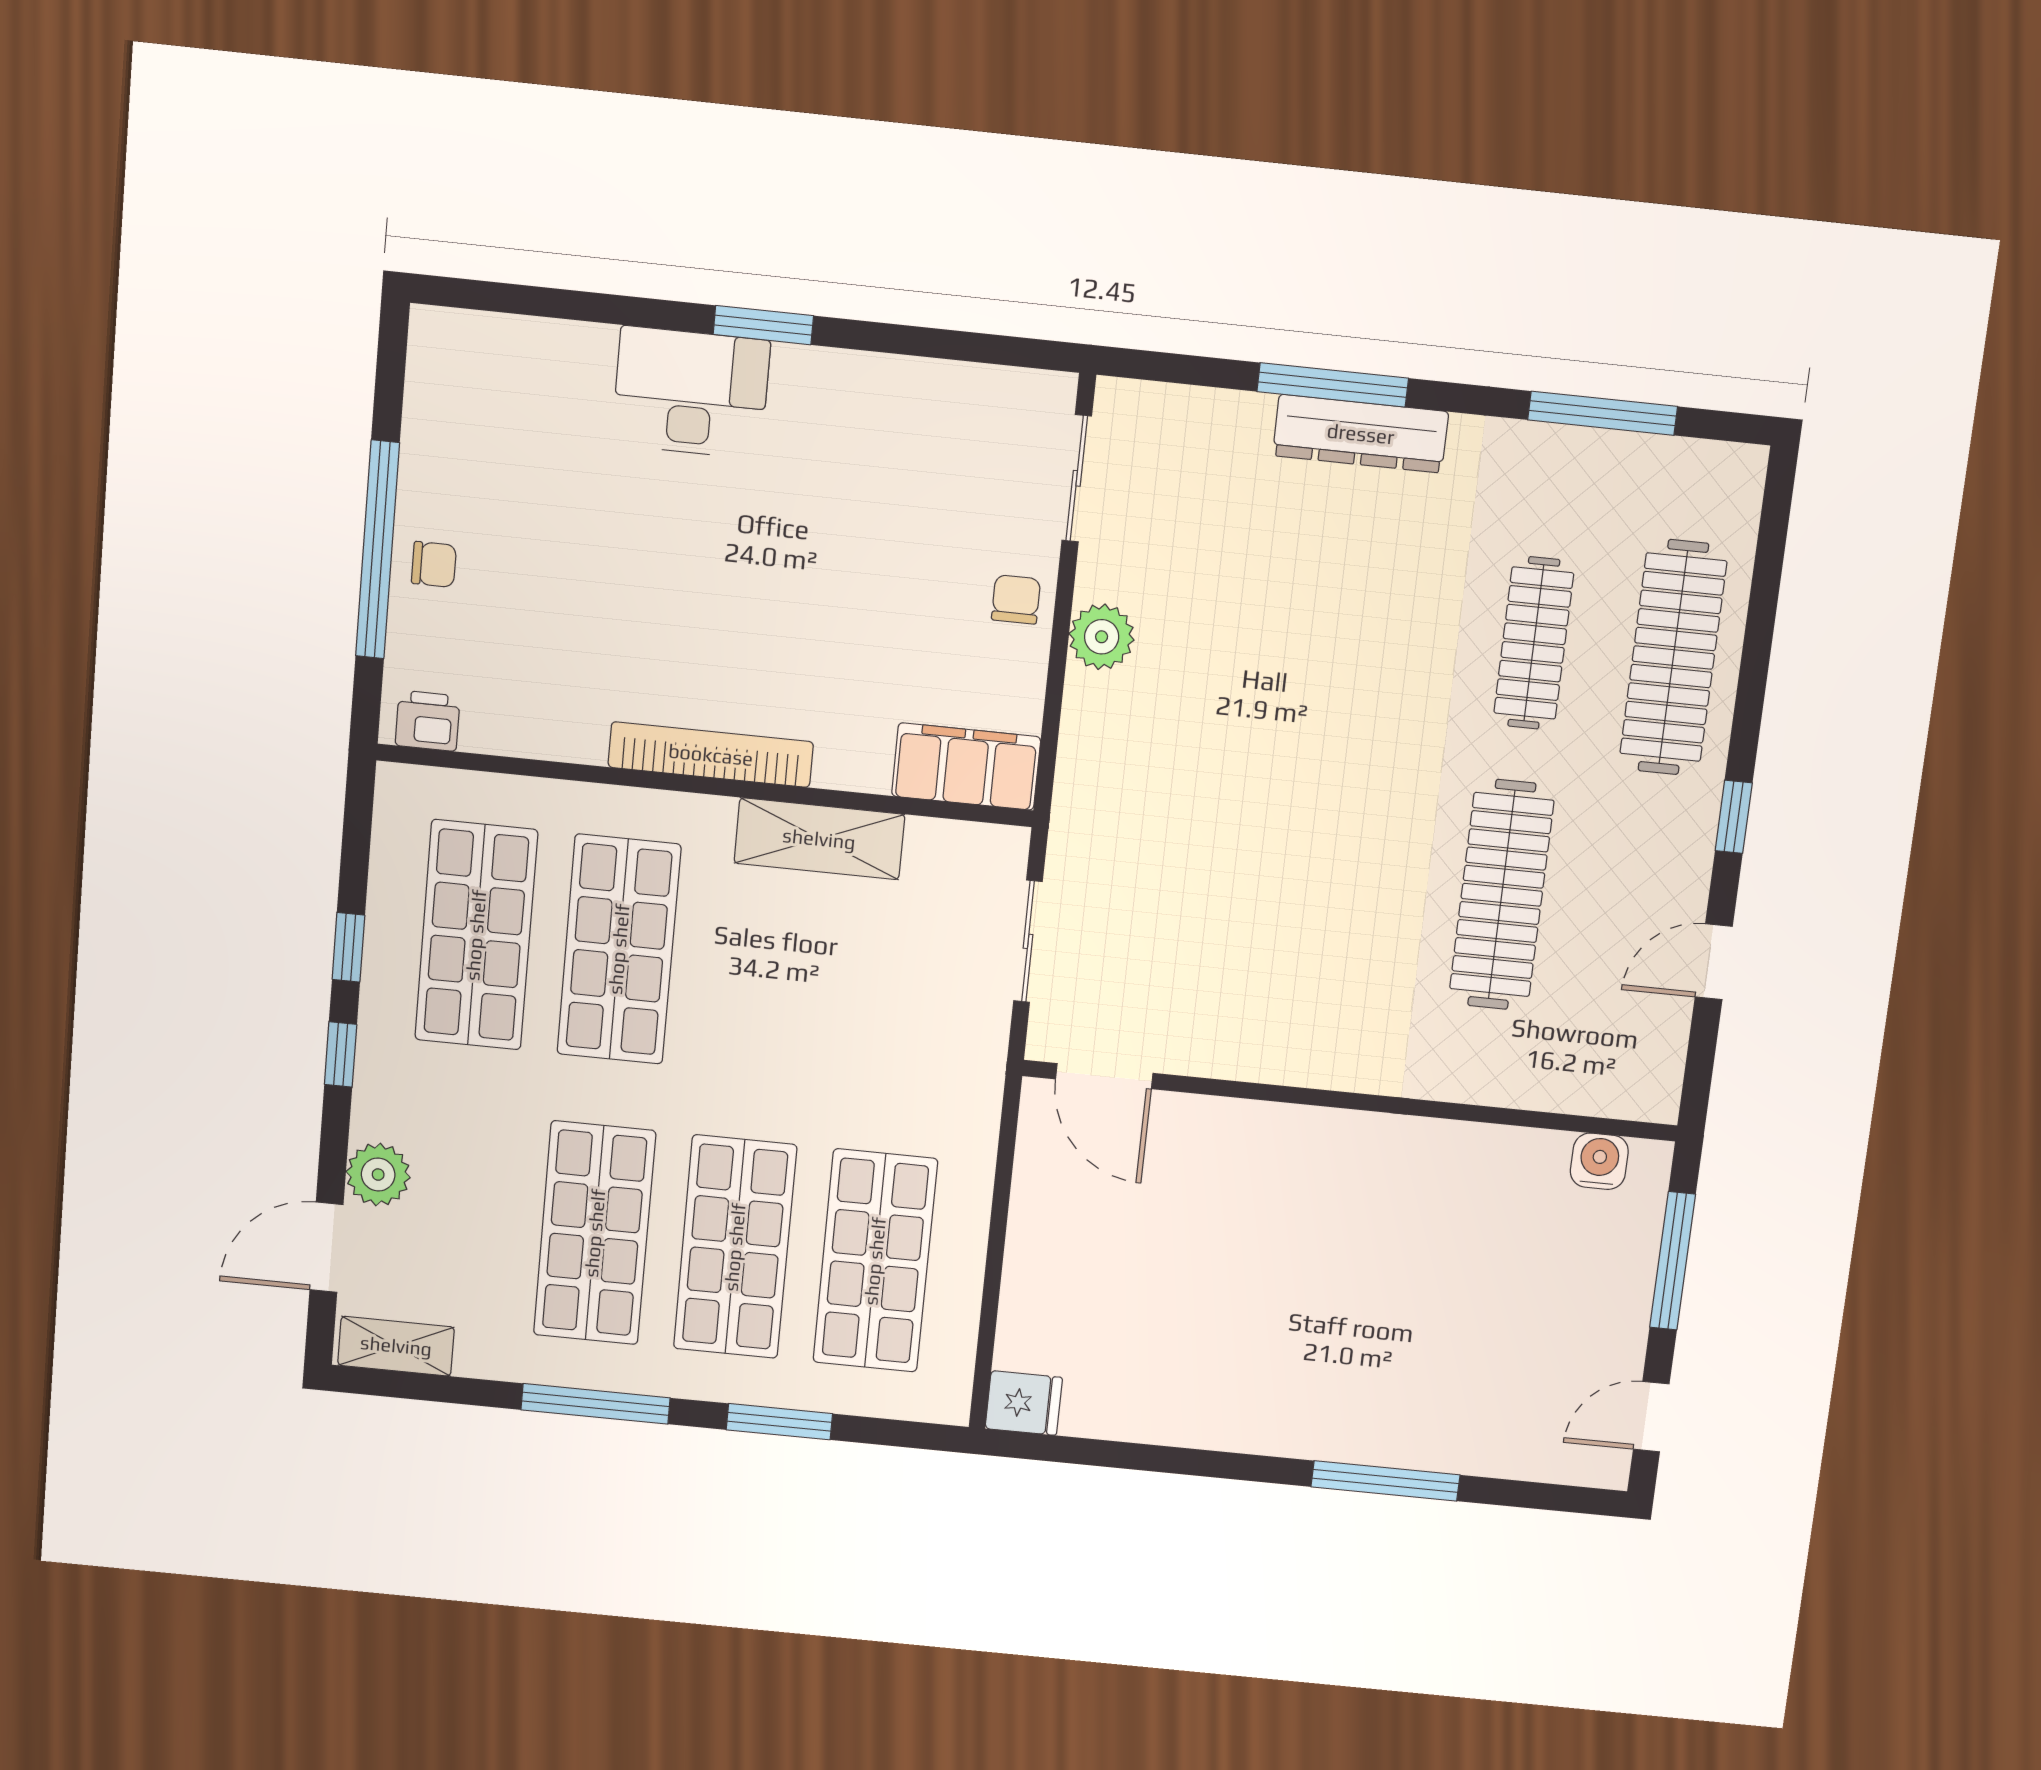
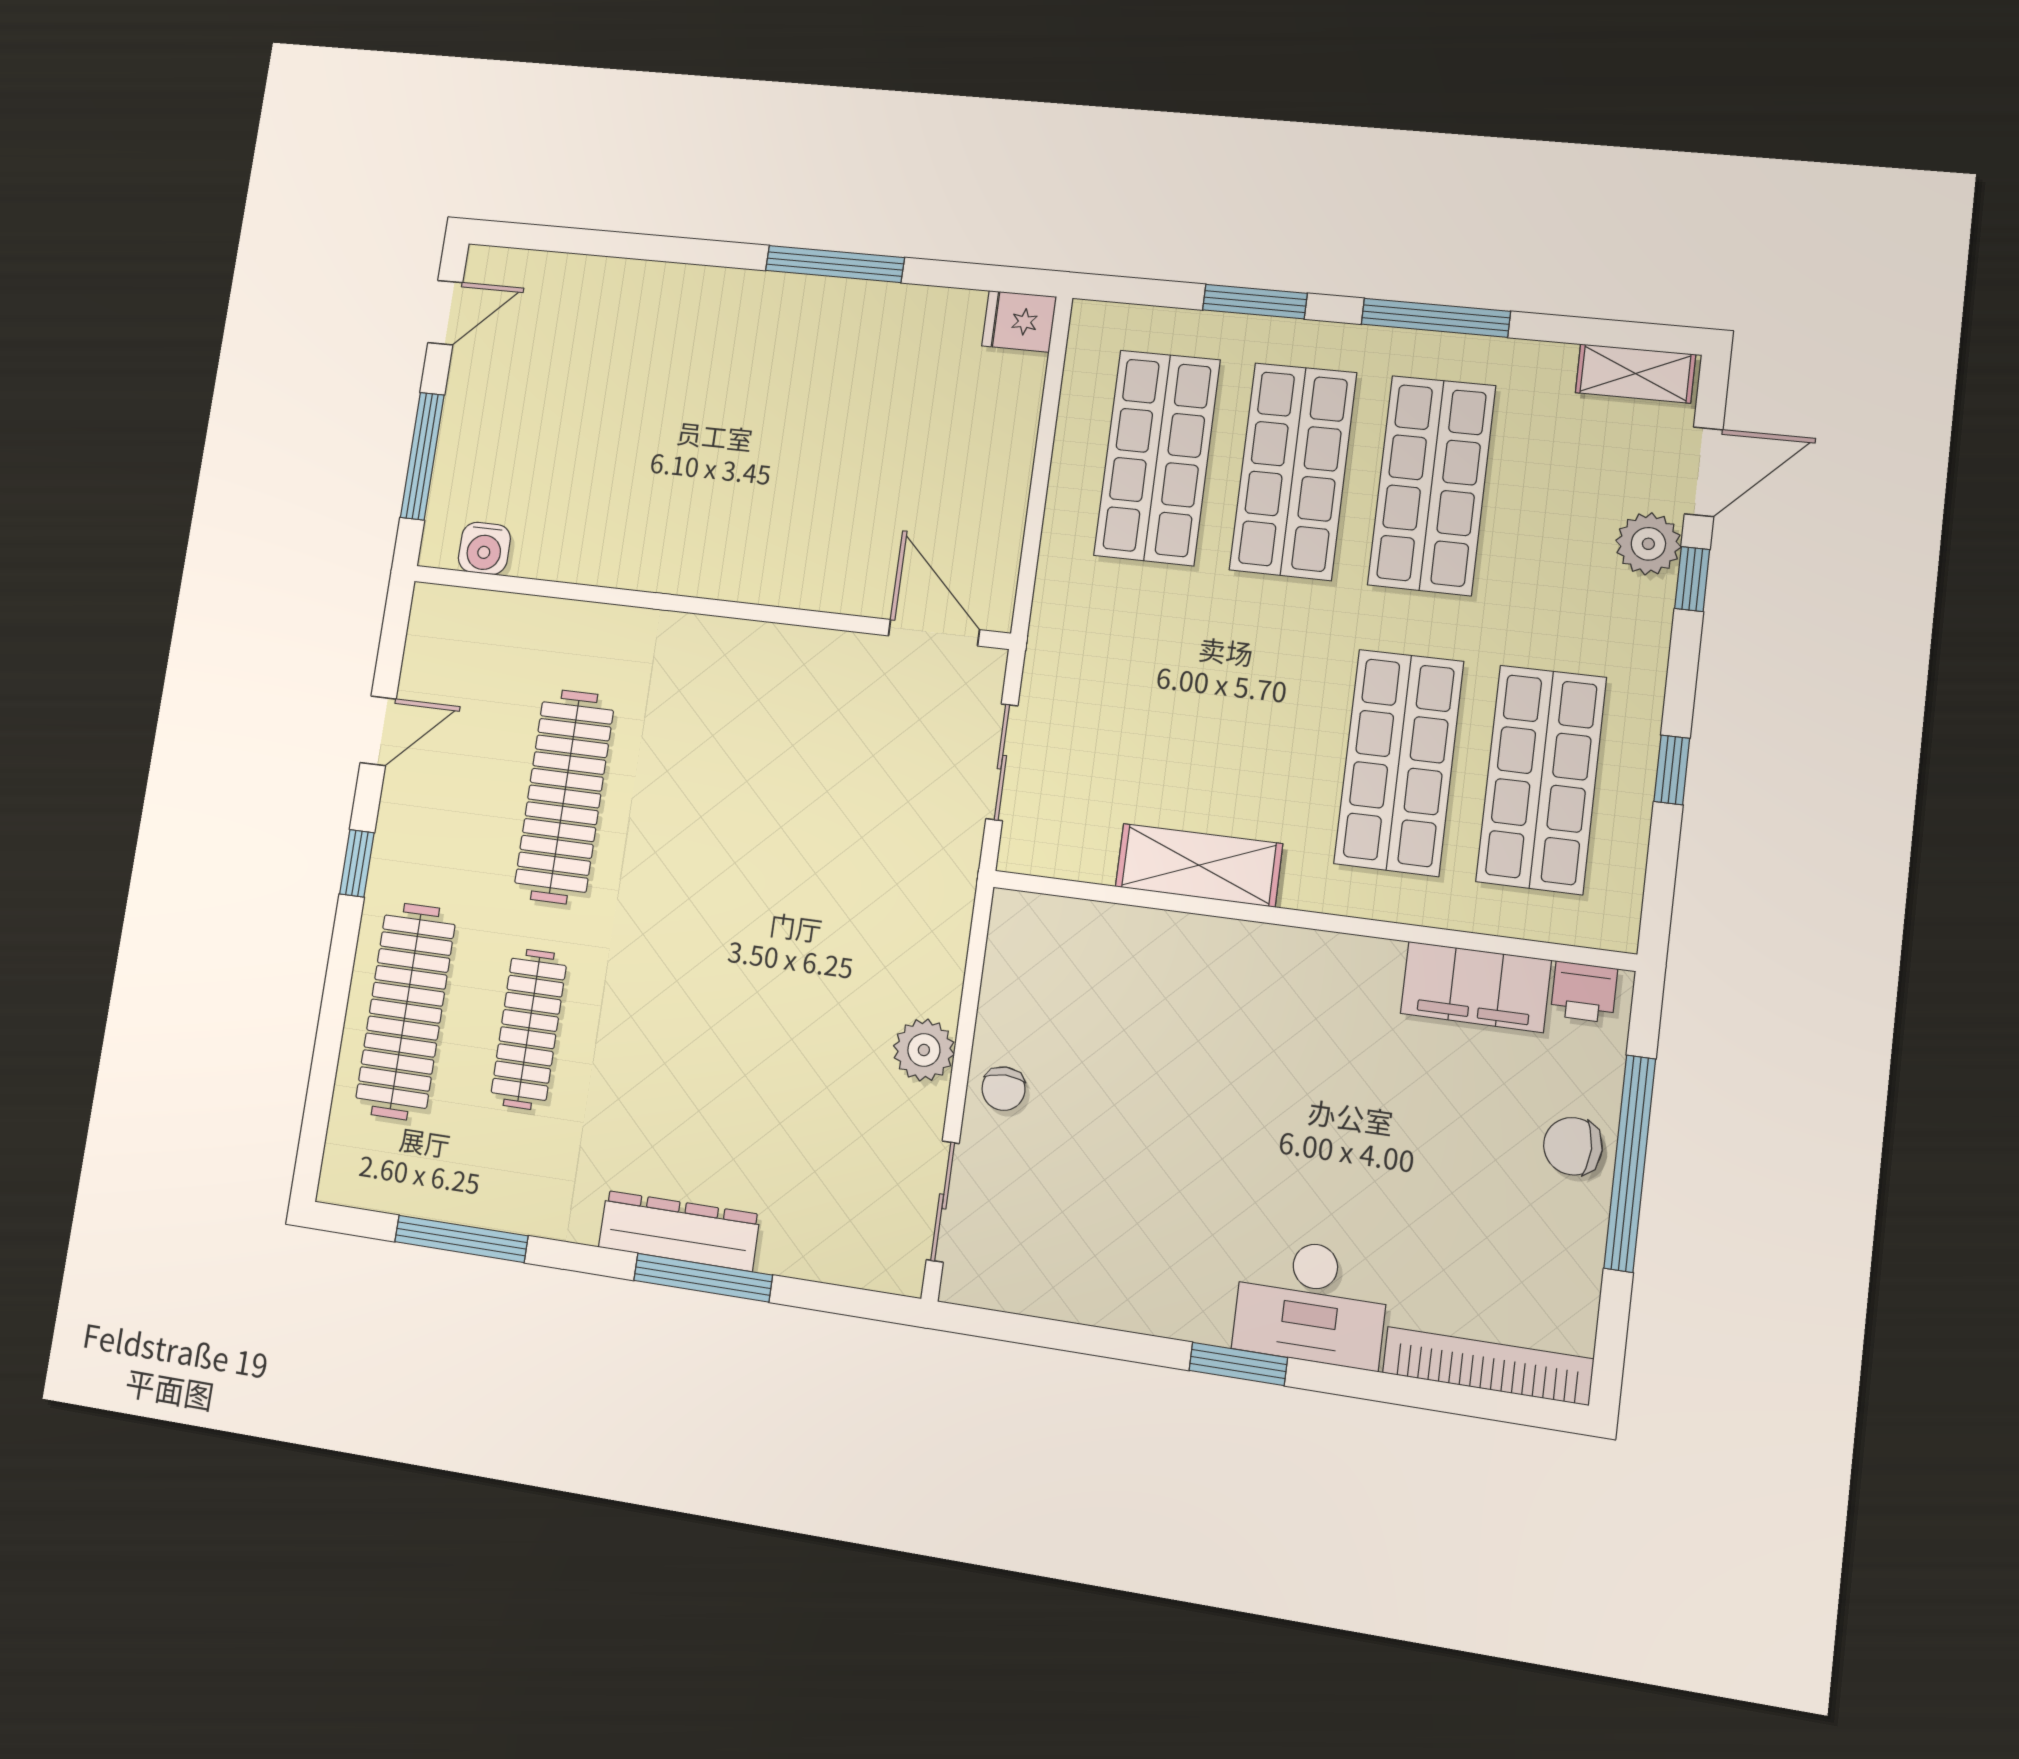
chair: (434, 564) -> (1573, 1146), width x1.37, depth x1.37
bookcase: (711, 755) -> (1488, 1366), moved, turned 180
filing cabinet: (966, 766) -> (1476, 987), moved
window: (341, 1054) -> (1692, 579), moved
window: (1385, 1481) -> (835, 264), moved

